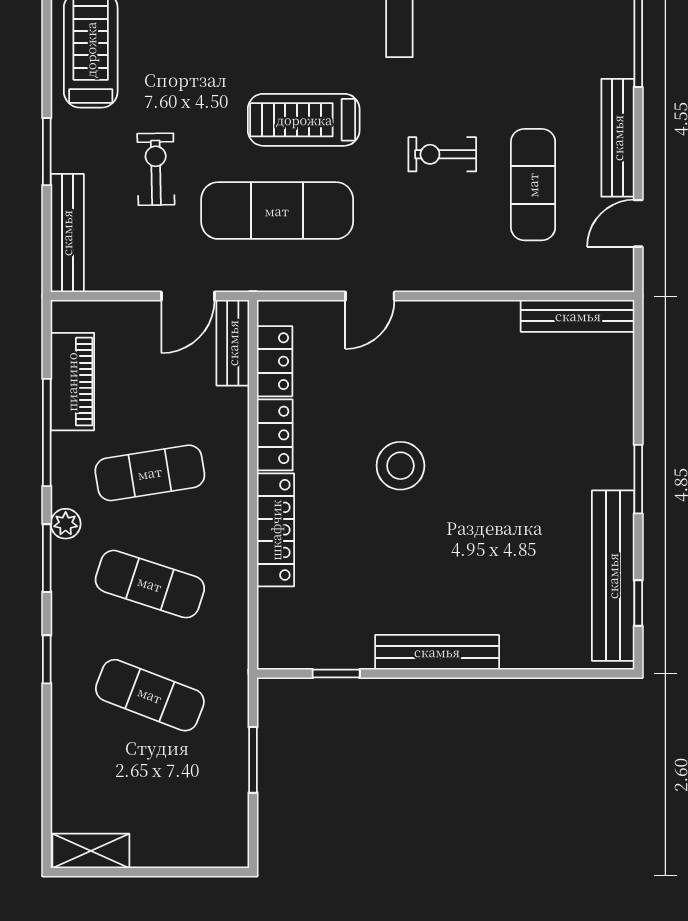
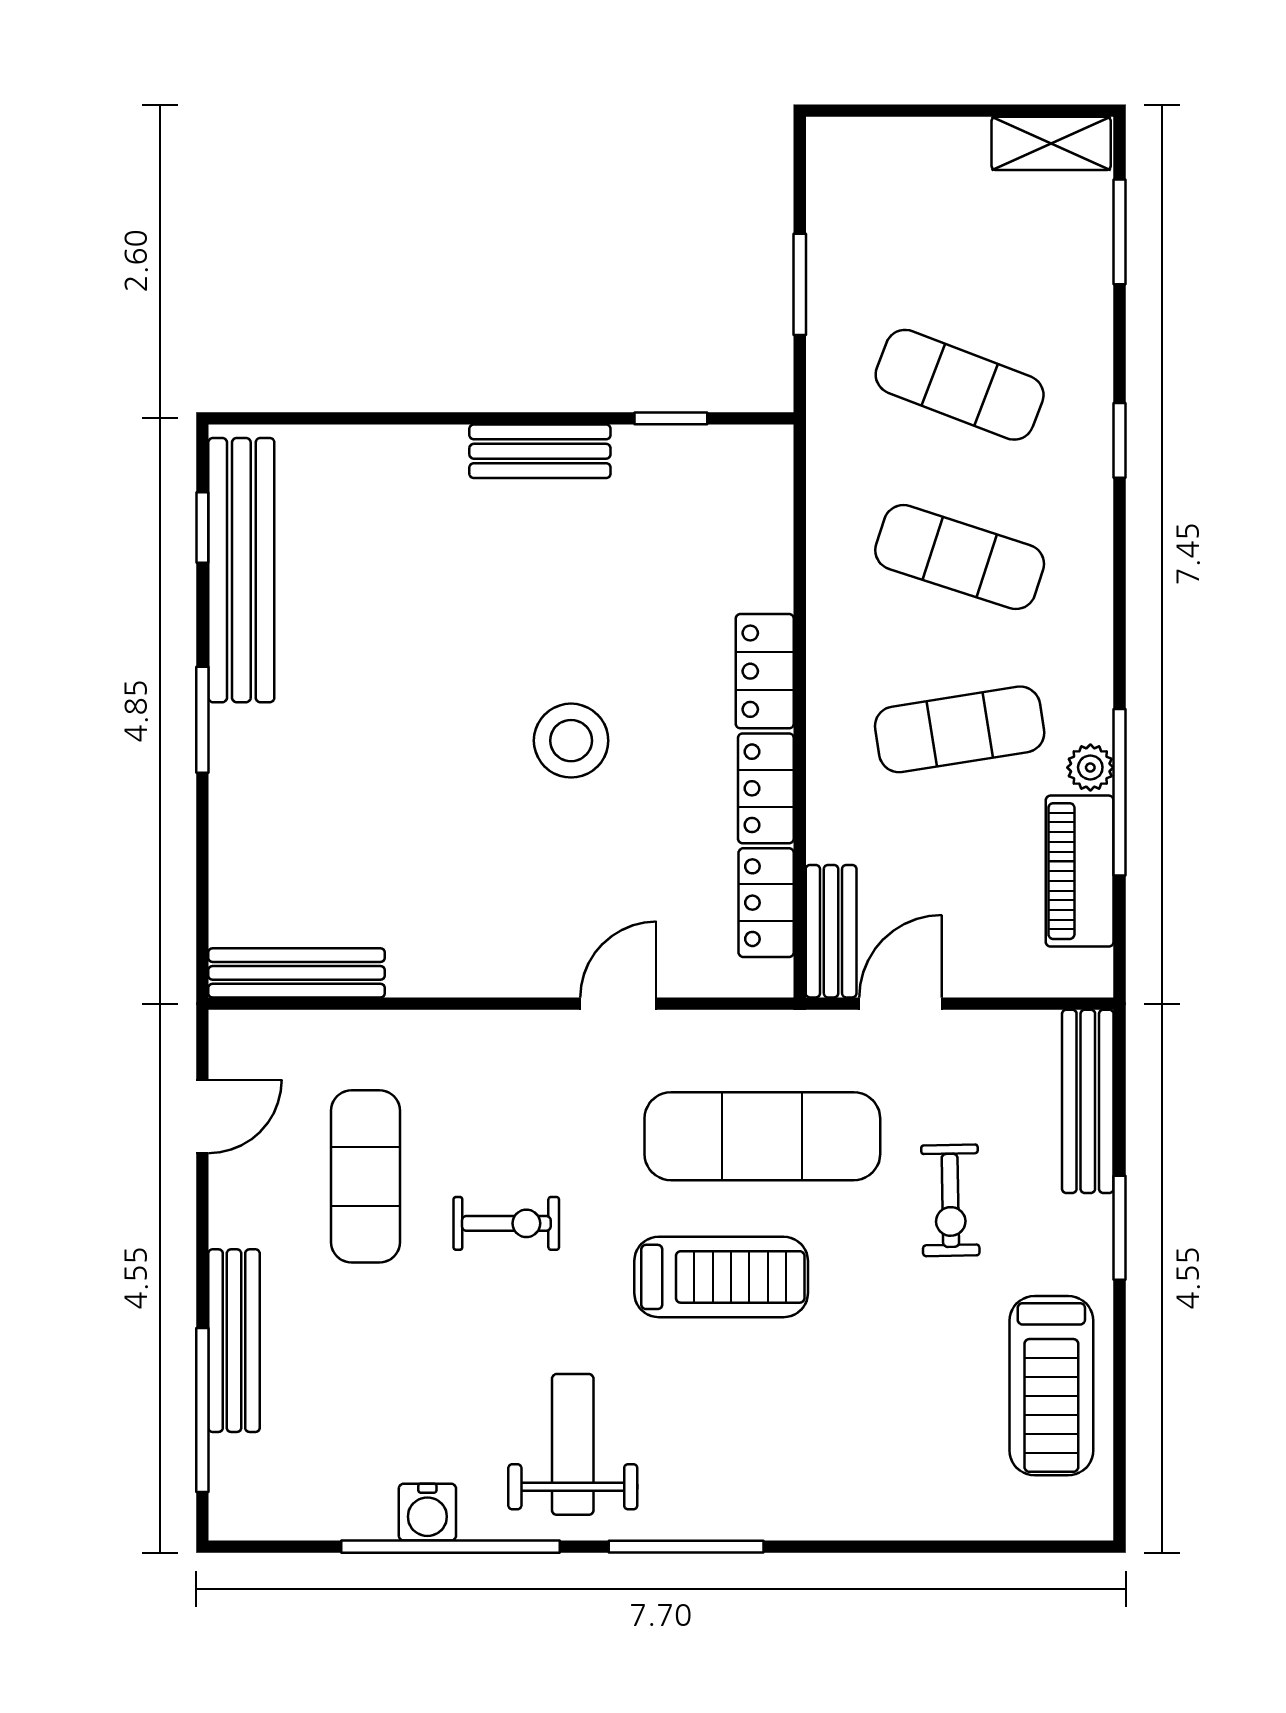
bench: (618, 138) -> (234, 1341), moved
plant: (66, 524) -> (1090, 767), moved
locker: (276, 530) -> (765, 671), width x0.66
window: (47, 558) -> (1120, 232), moved
bench: (437, 652) -> (540, 451), width x0.73

